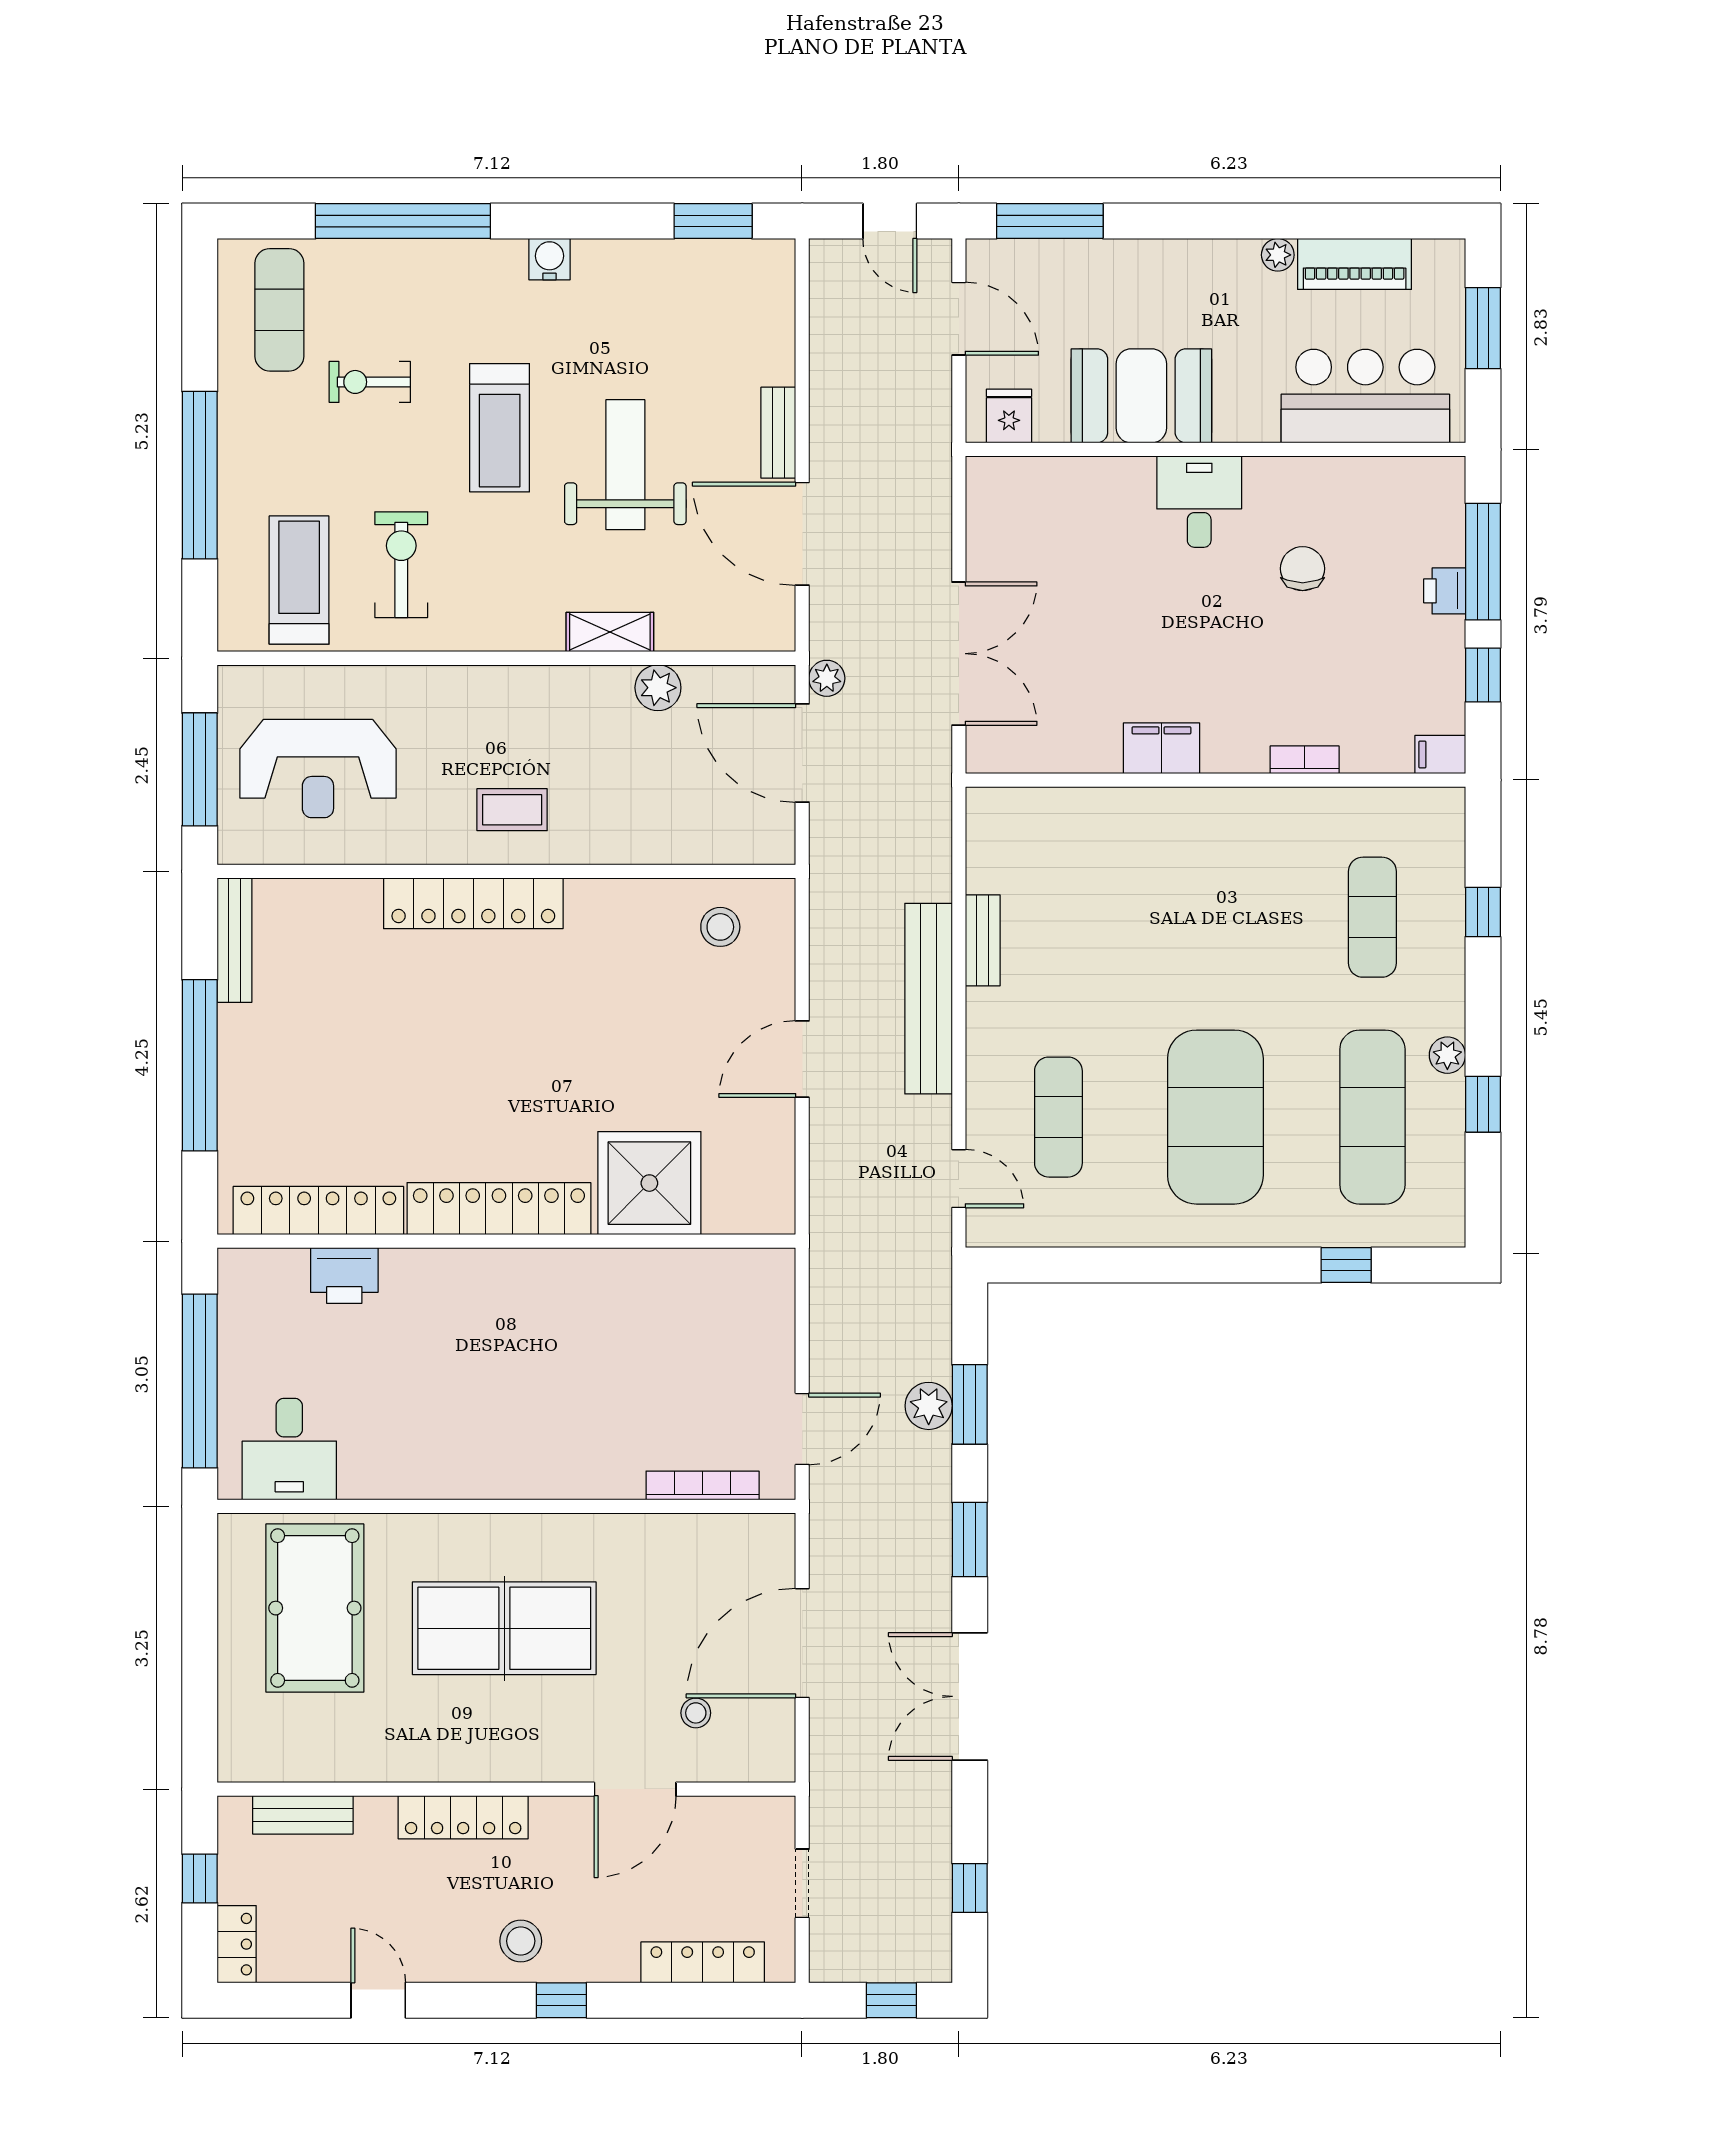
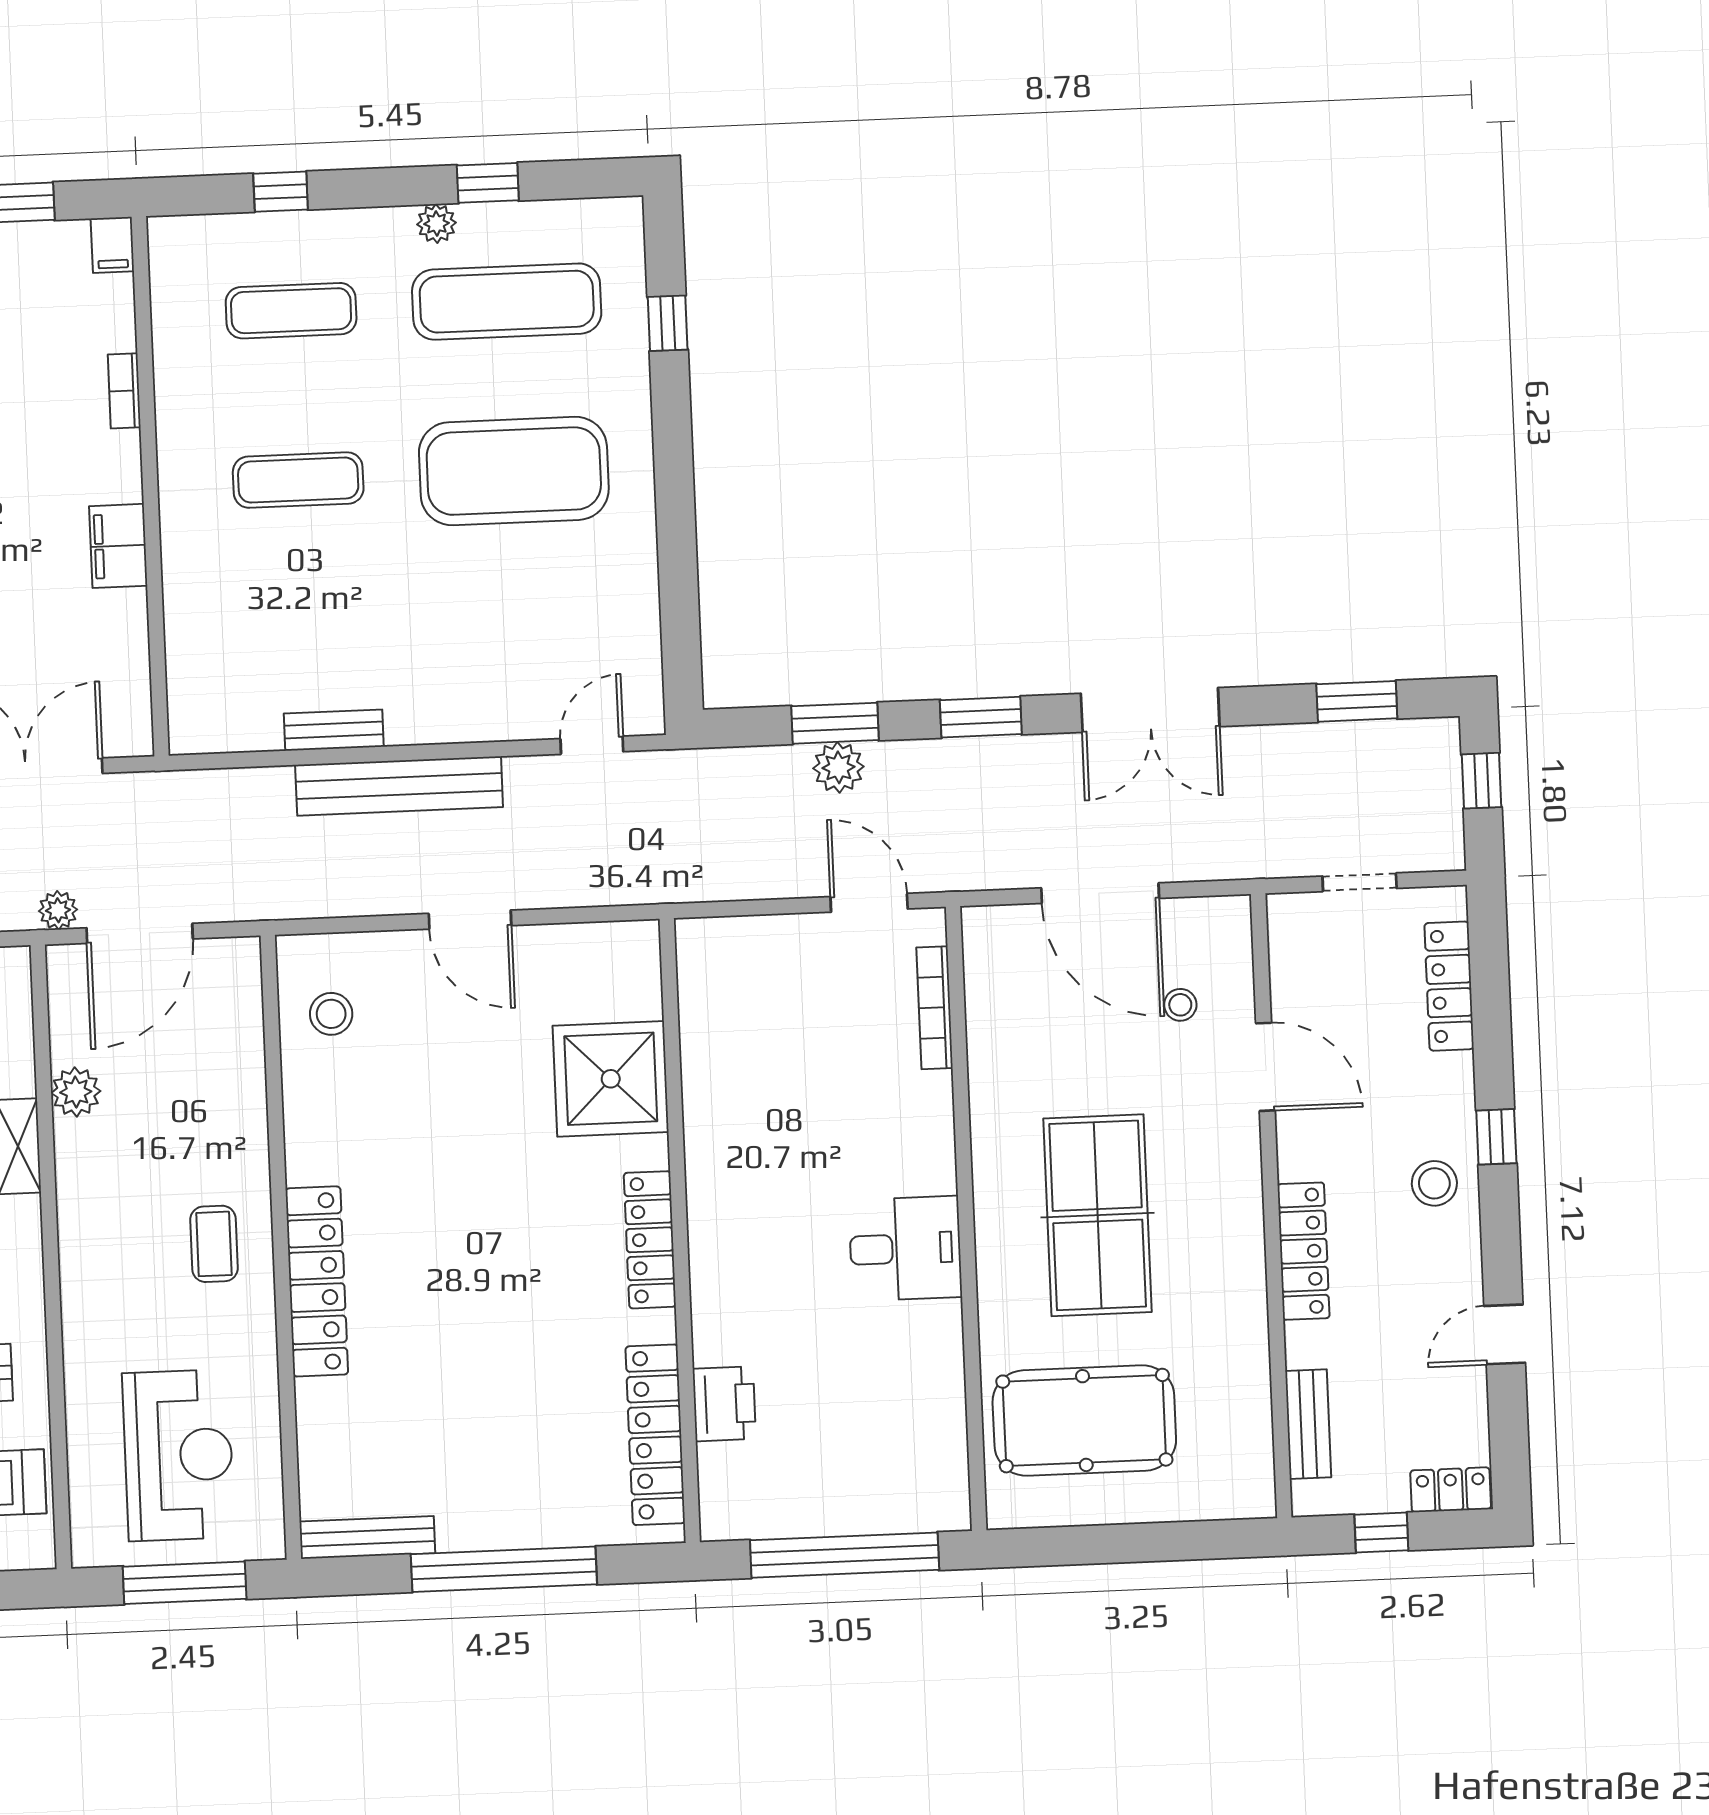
exercise mat: (1058, 1117) -> (298, 480), moved
locker: (499, 1209) -> (650, 1240), width x0.71, depth x0.83
desk: (289, 1449) -> (905, 1248), moved
window: (970, 1888) -> (1357, 701), width x1.50

